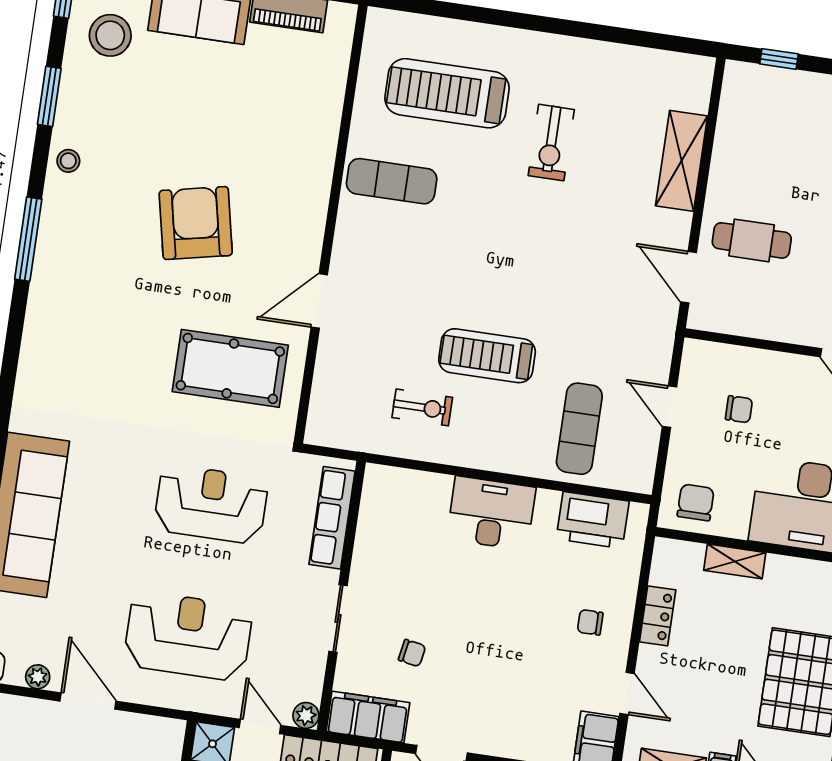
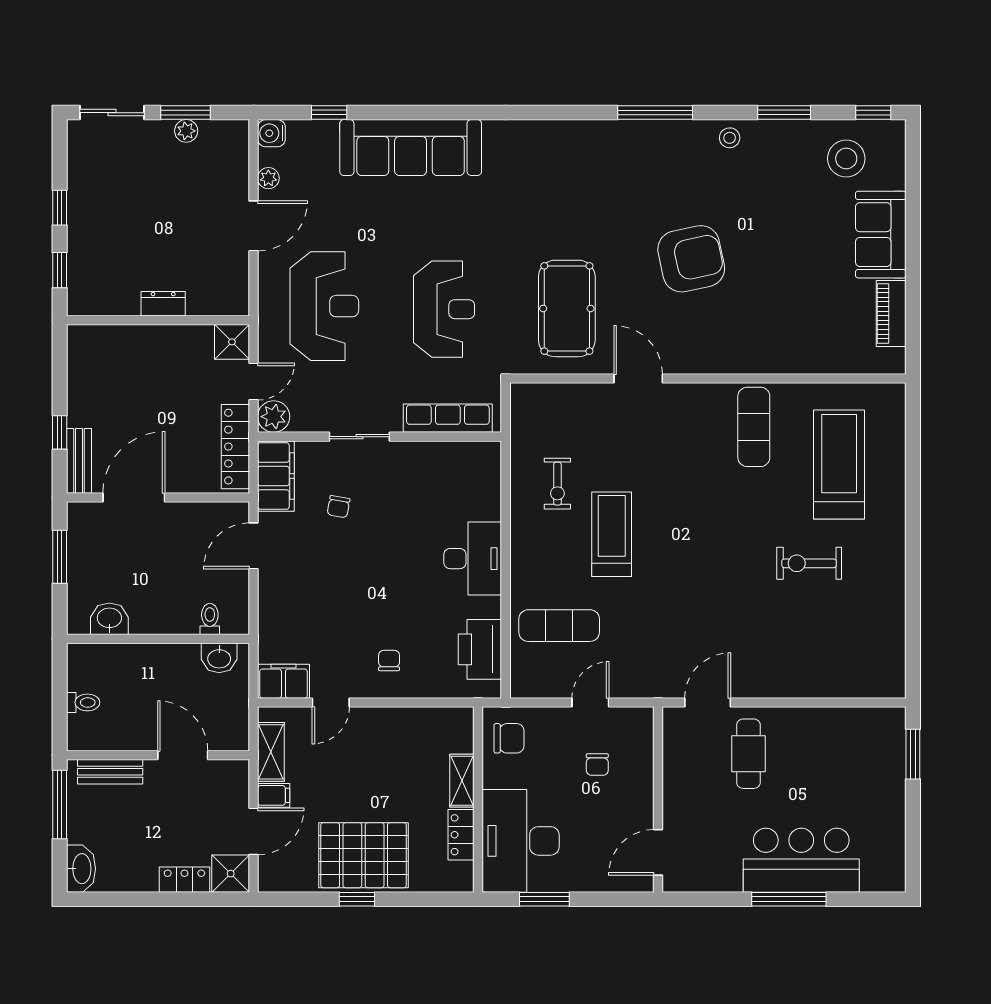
window: (779, 59) -> (913, 754), width x1.50
shelving: (682, 161) -> (810, 681), removed
locker: (658, 616) -> (461, 835), moved, turned 90
plant: (306, 715) -> (274, 417), width x1.38, depth x1.38

